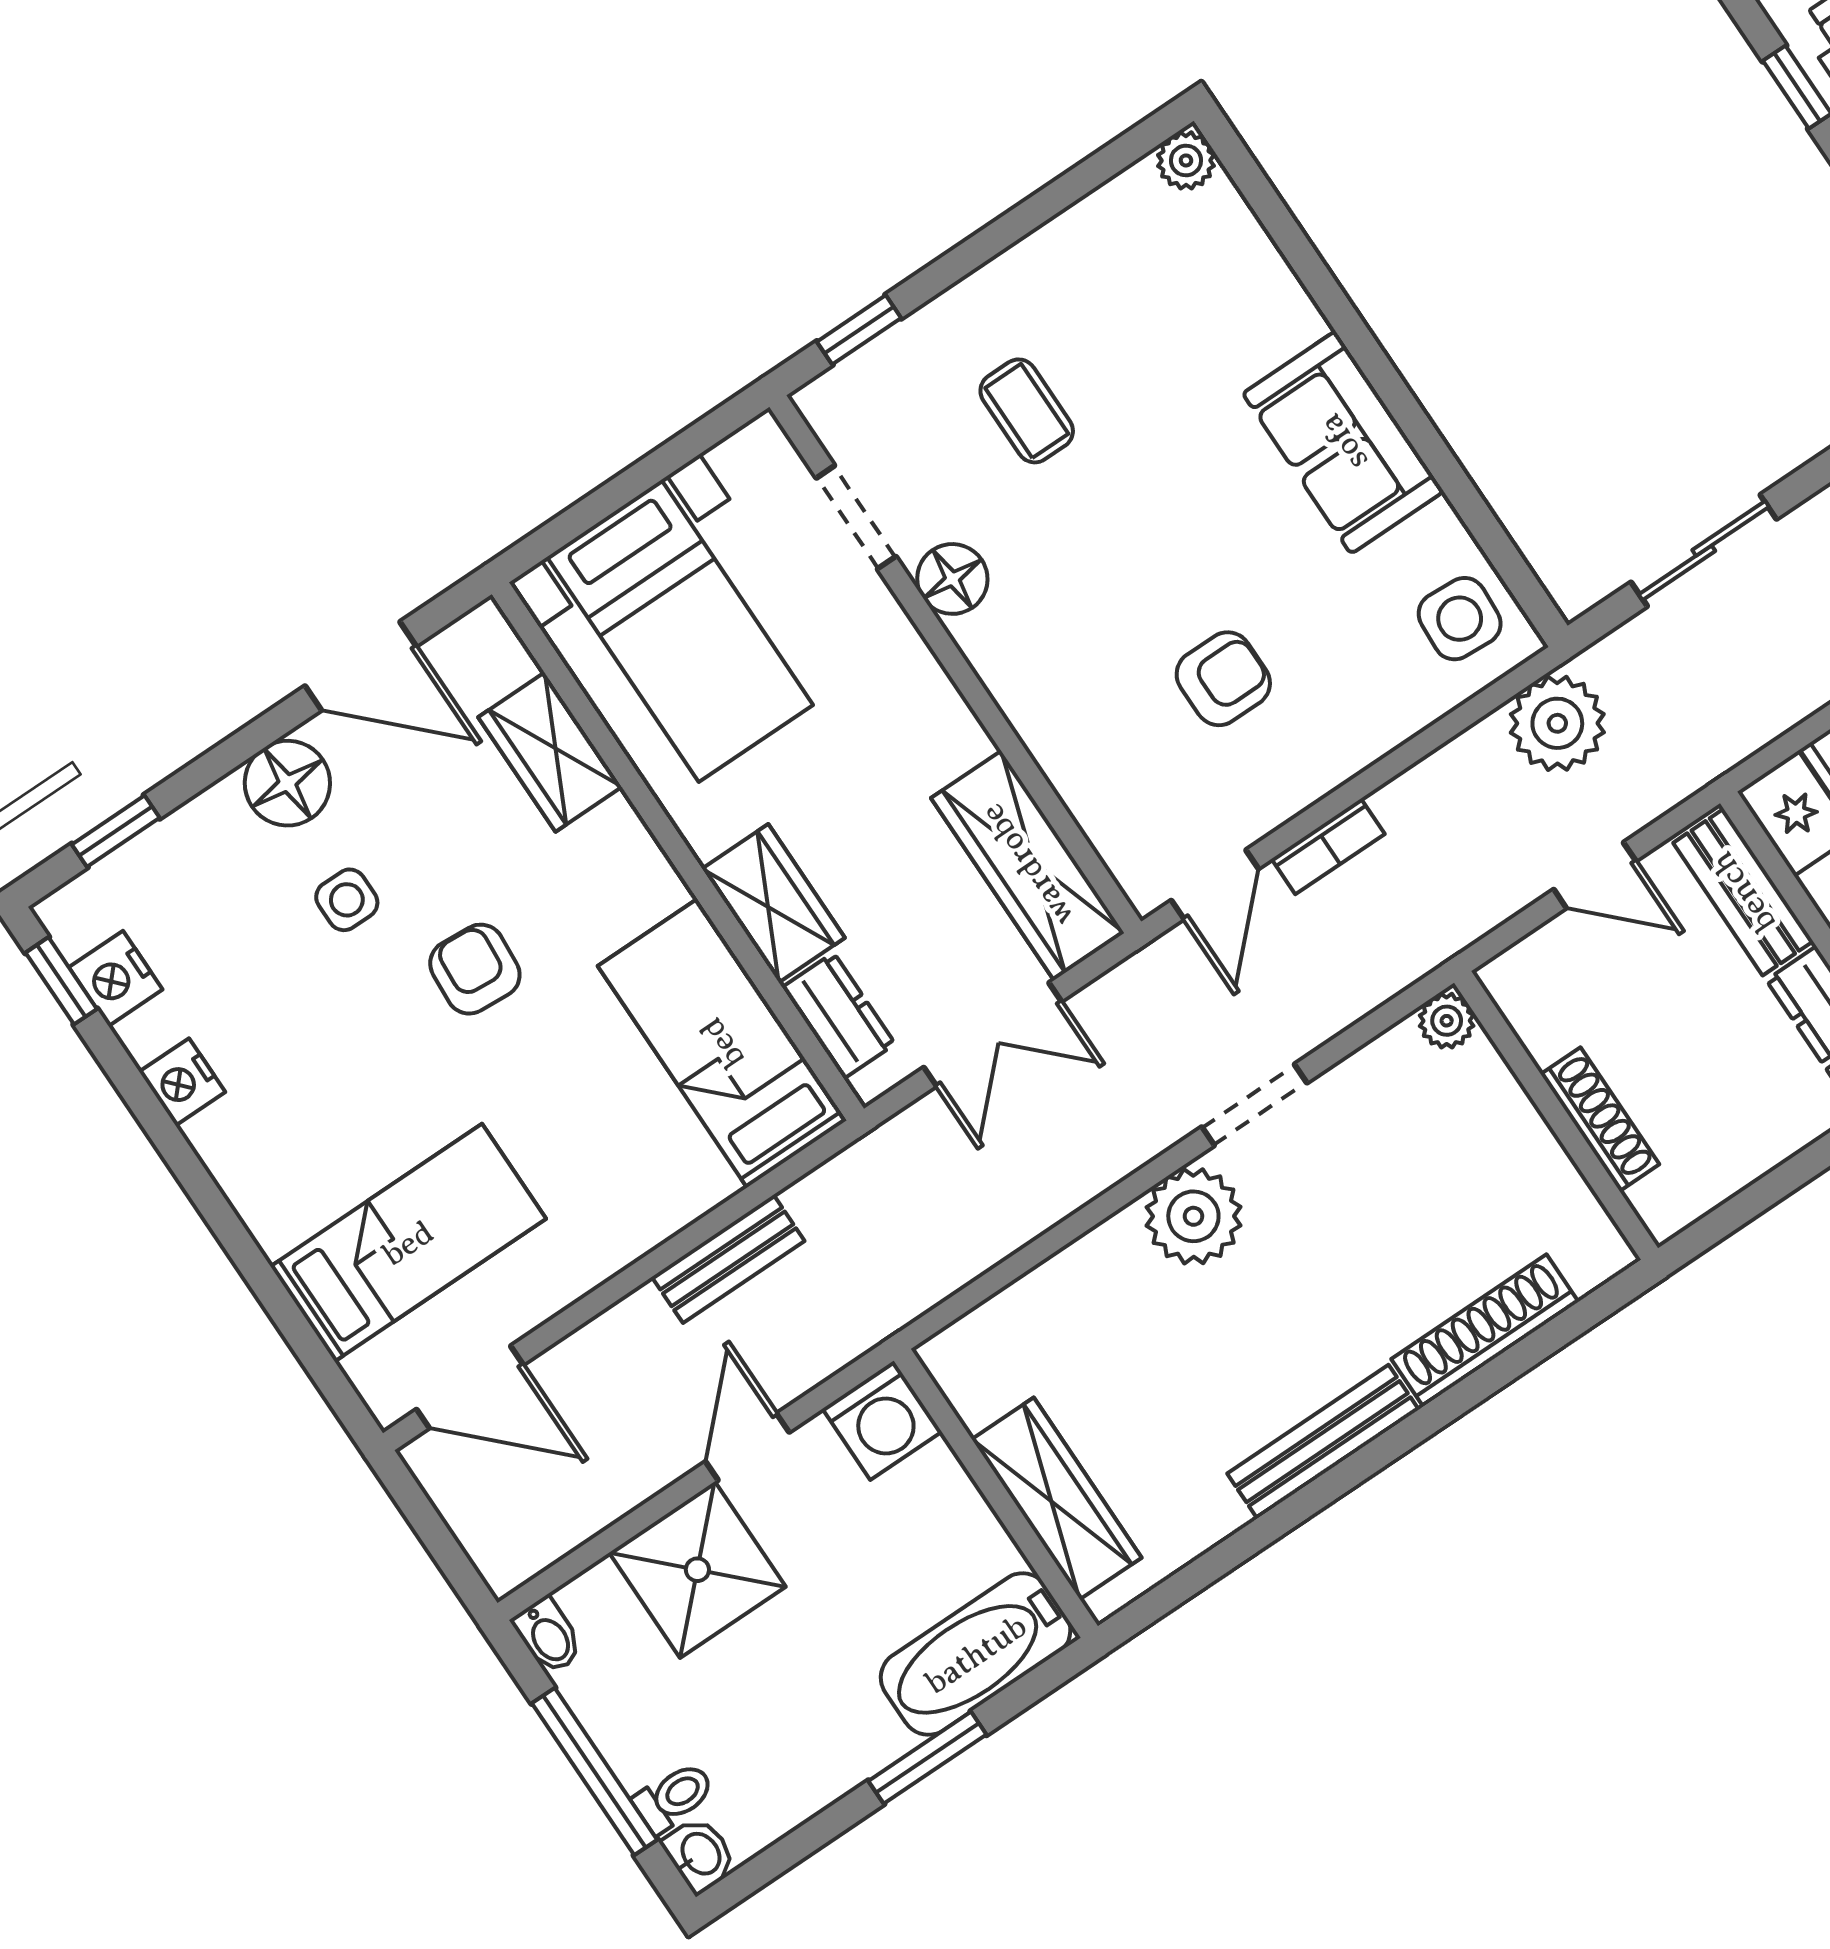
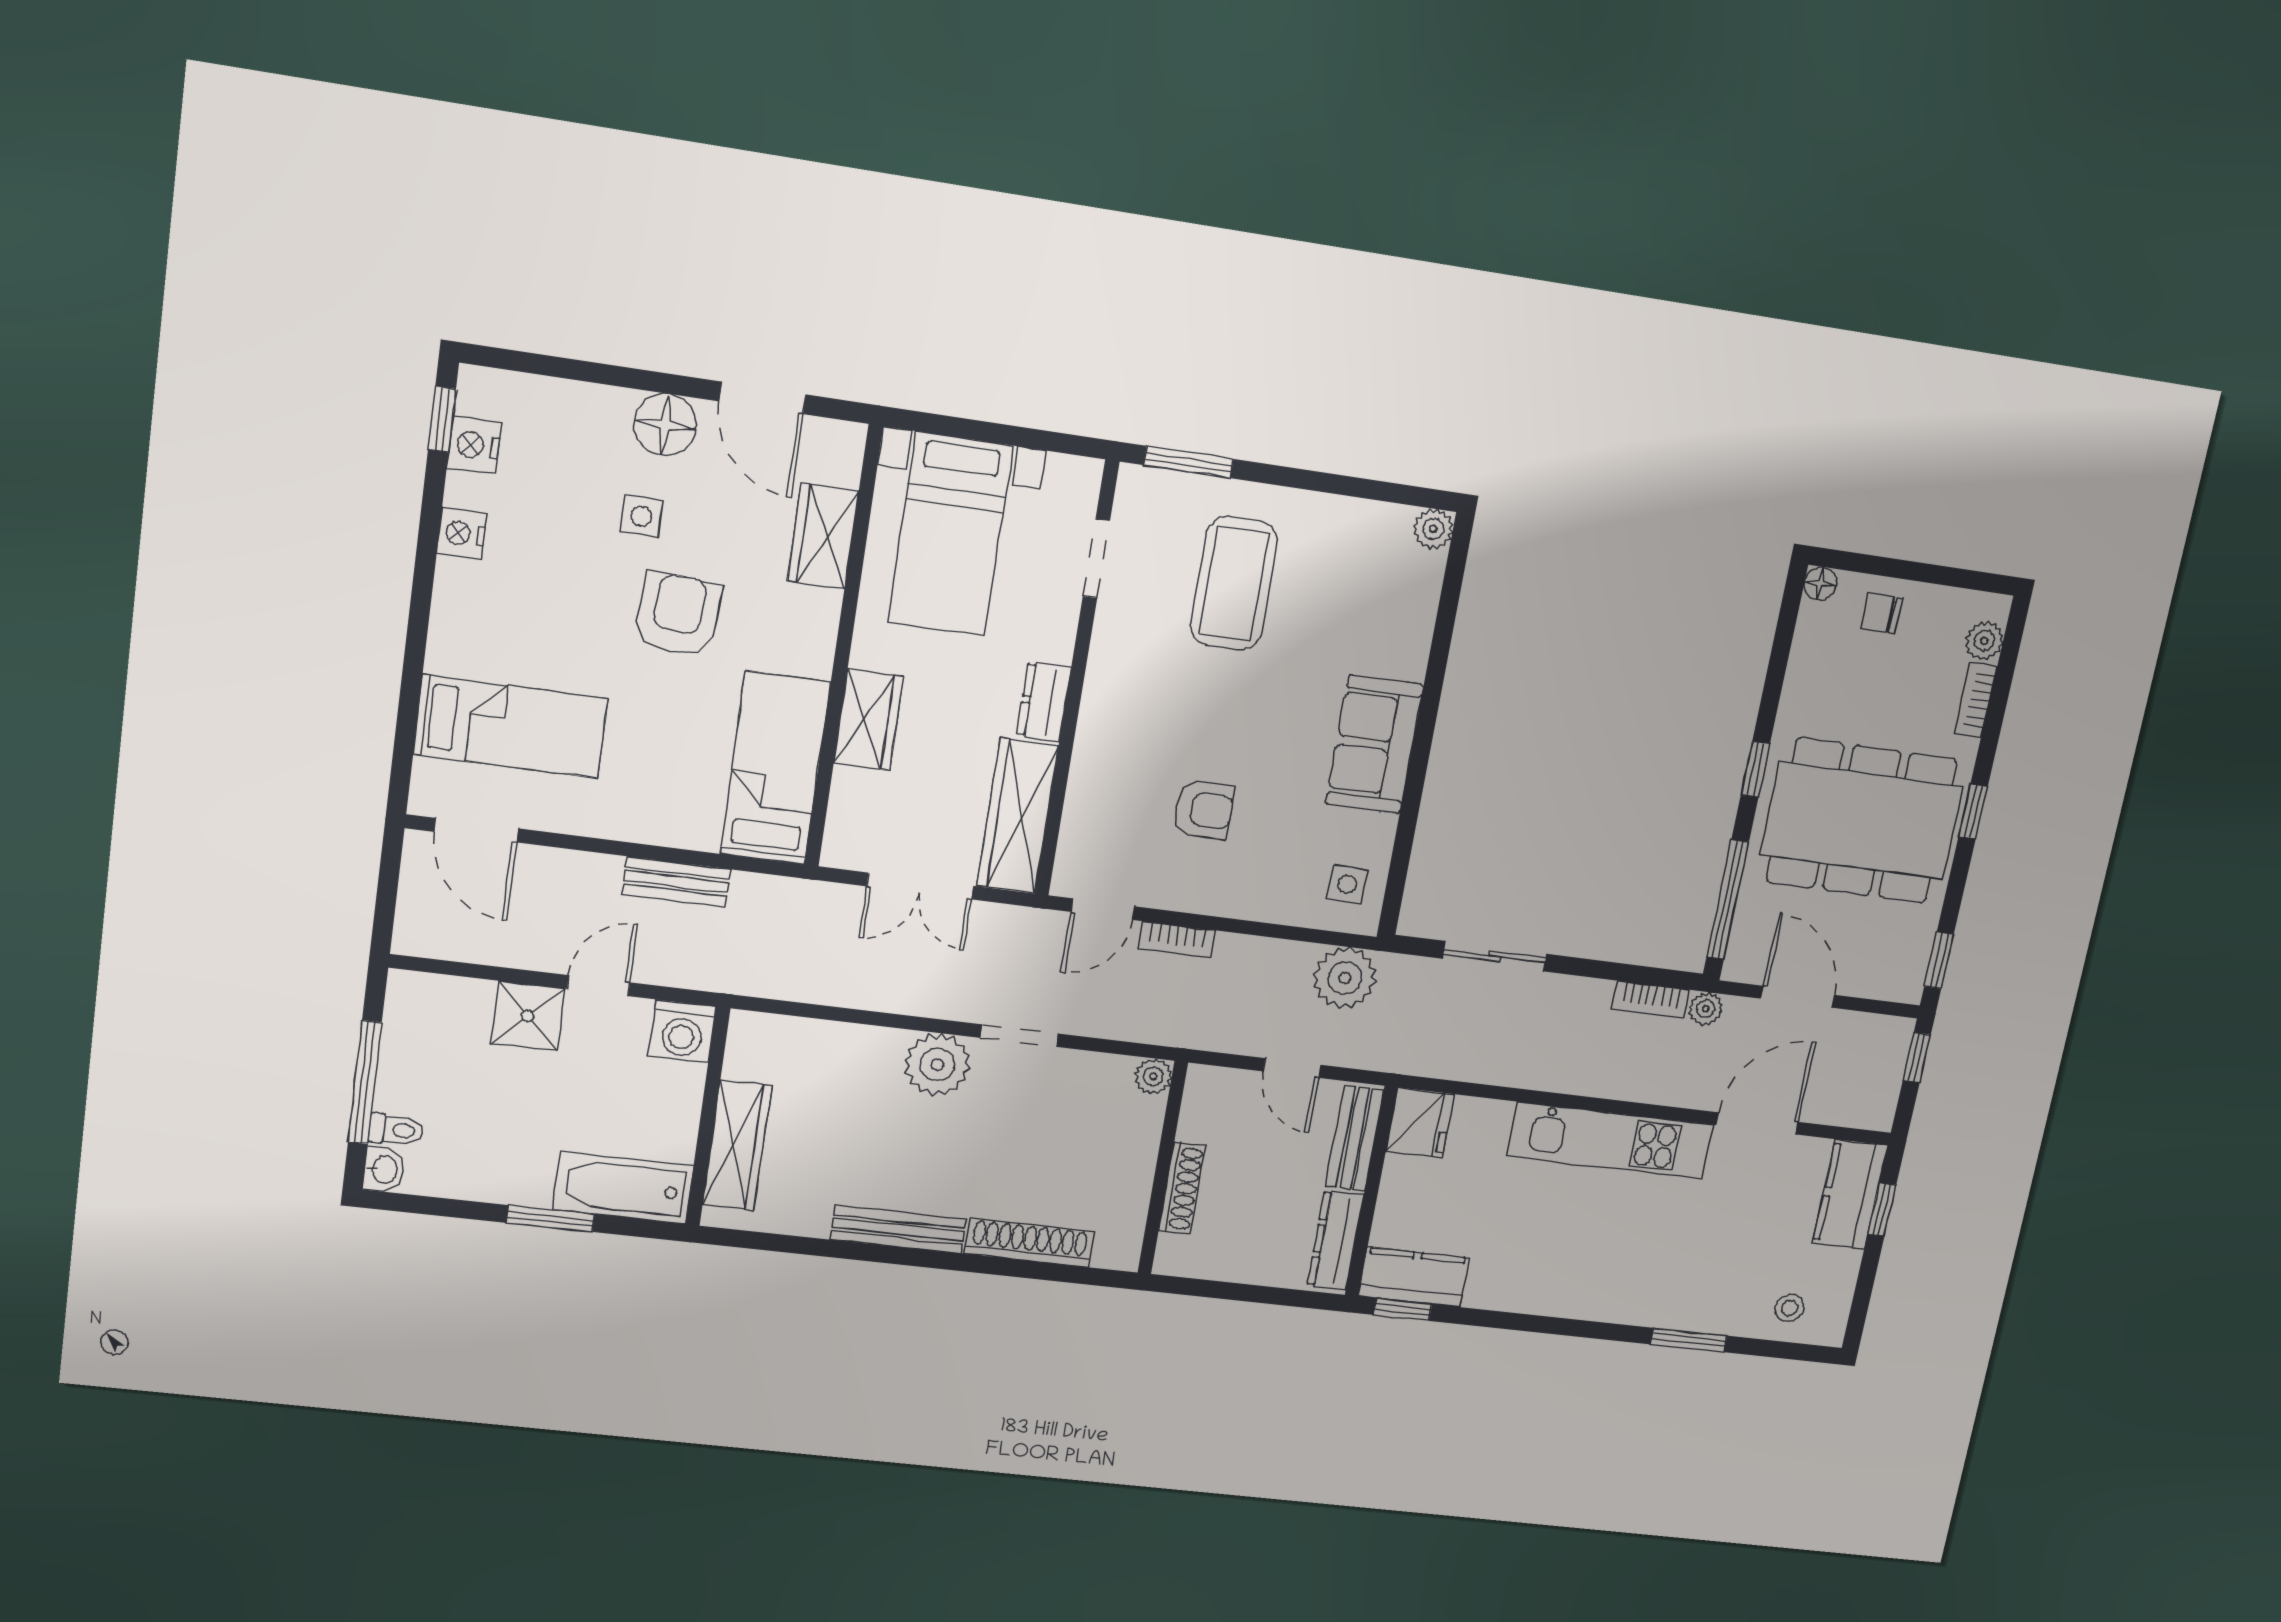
window: (859, 330) -> (1189, 462), width x1.50
coffee table: (1027, 411) -> (1234, 584), width x1.86, depth x1.72
floor lamp: (952, 579) -> (1116, 636), removed
side table: (1460, 619) -> (1347, 884), width x0.73, depth x0.73
window: (116, 831) -> (546, 365), removed
armchair: (475, 969) -> (678, 614), width x1.38, depth x1.38
dresser: (839, 1016) -> (1044, 702), moved, turned 180
shower: (697, 1570) -> (528, 1016), width x0.73, depth x0.73
bidet: (548, 1636) -> (402, 993), removed

